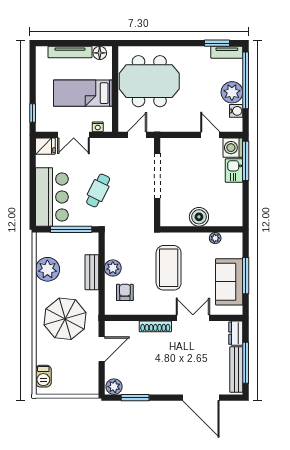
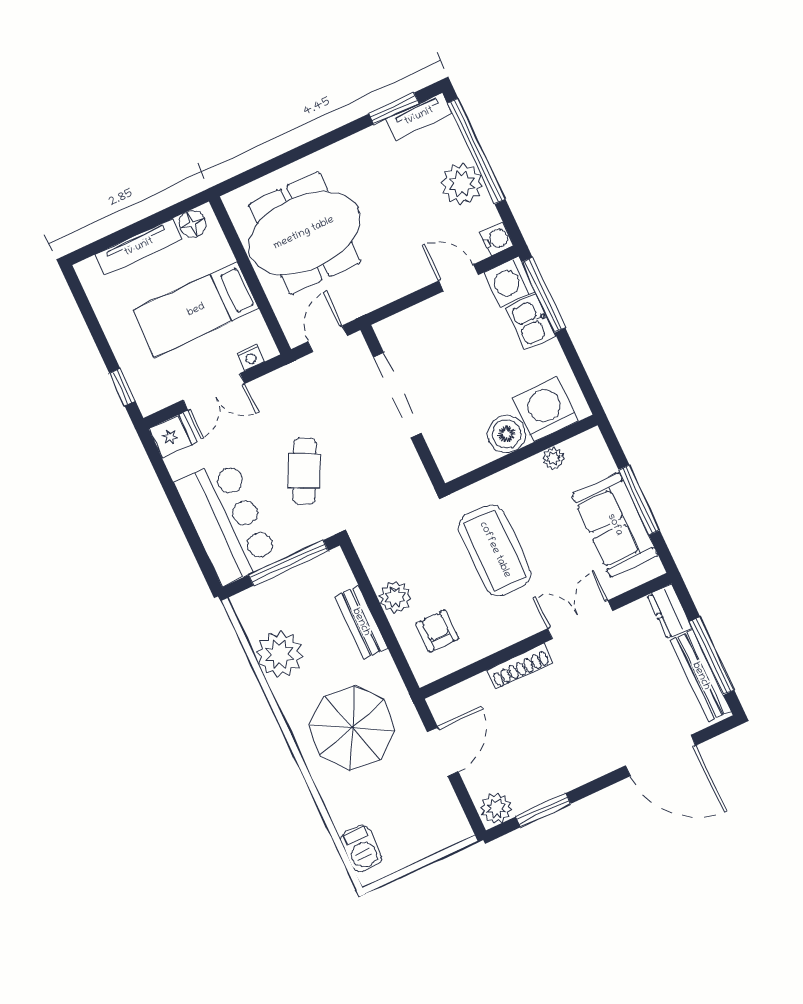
water cooler: (236, 111) -> (497, 239), moved
washing machine: (222, 214) -> (546, 409), added

